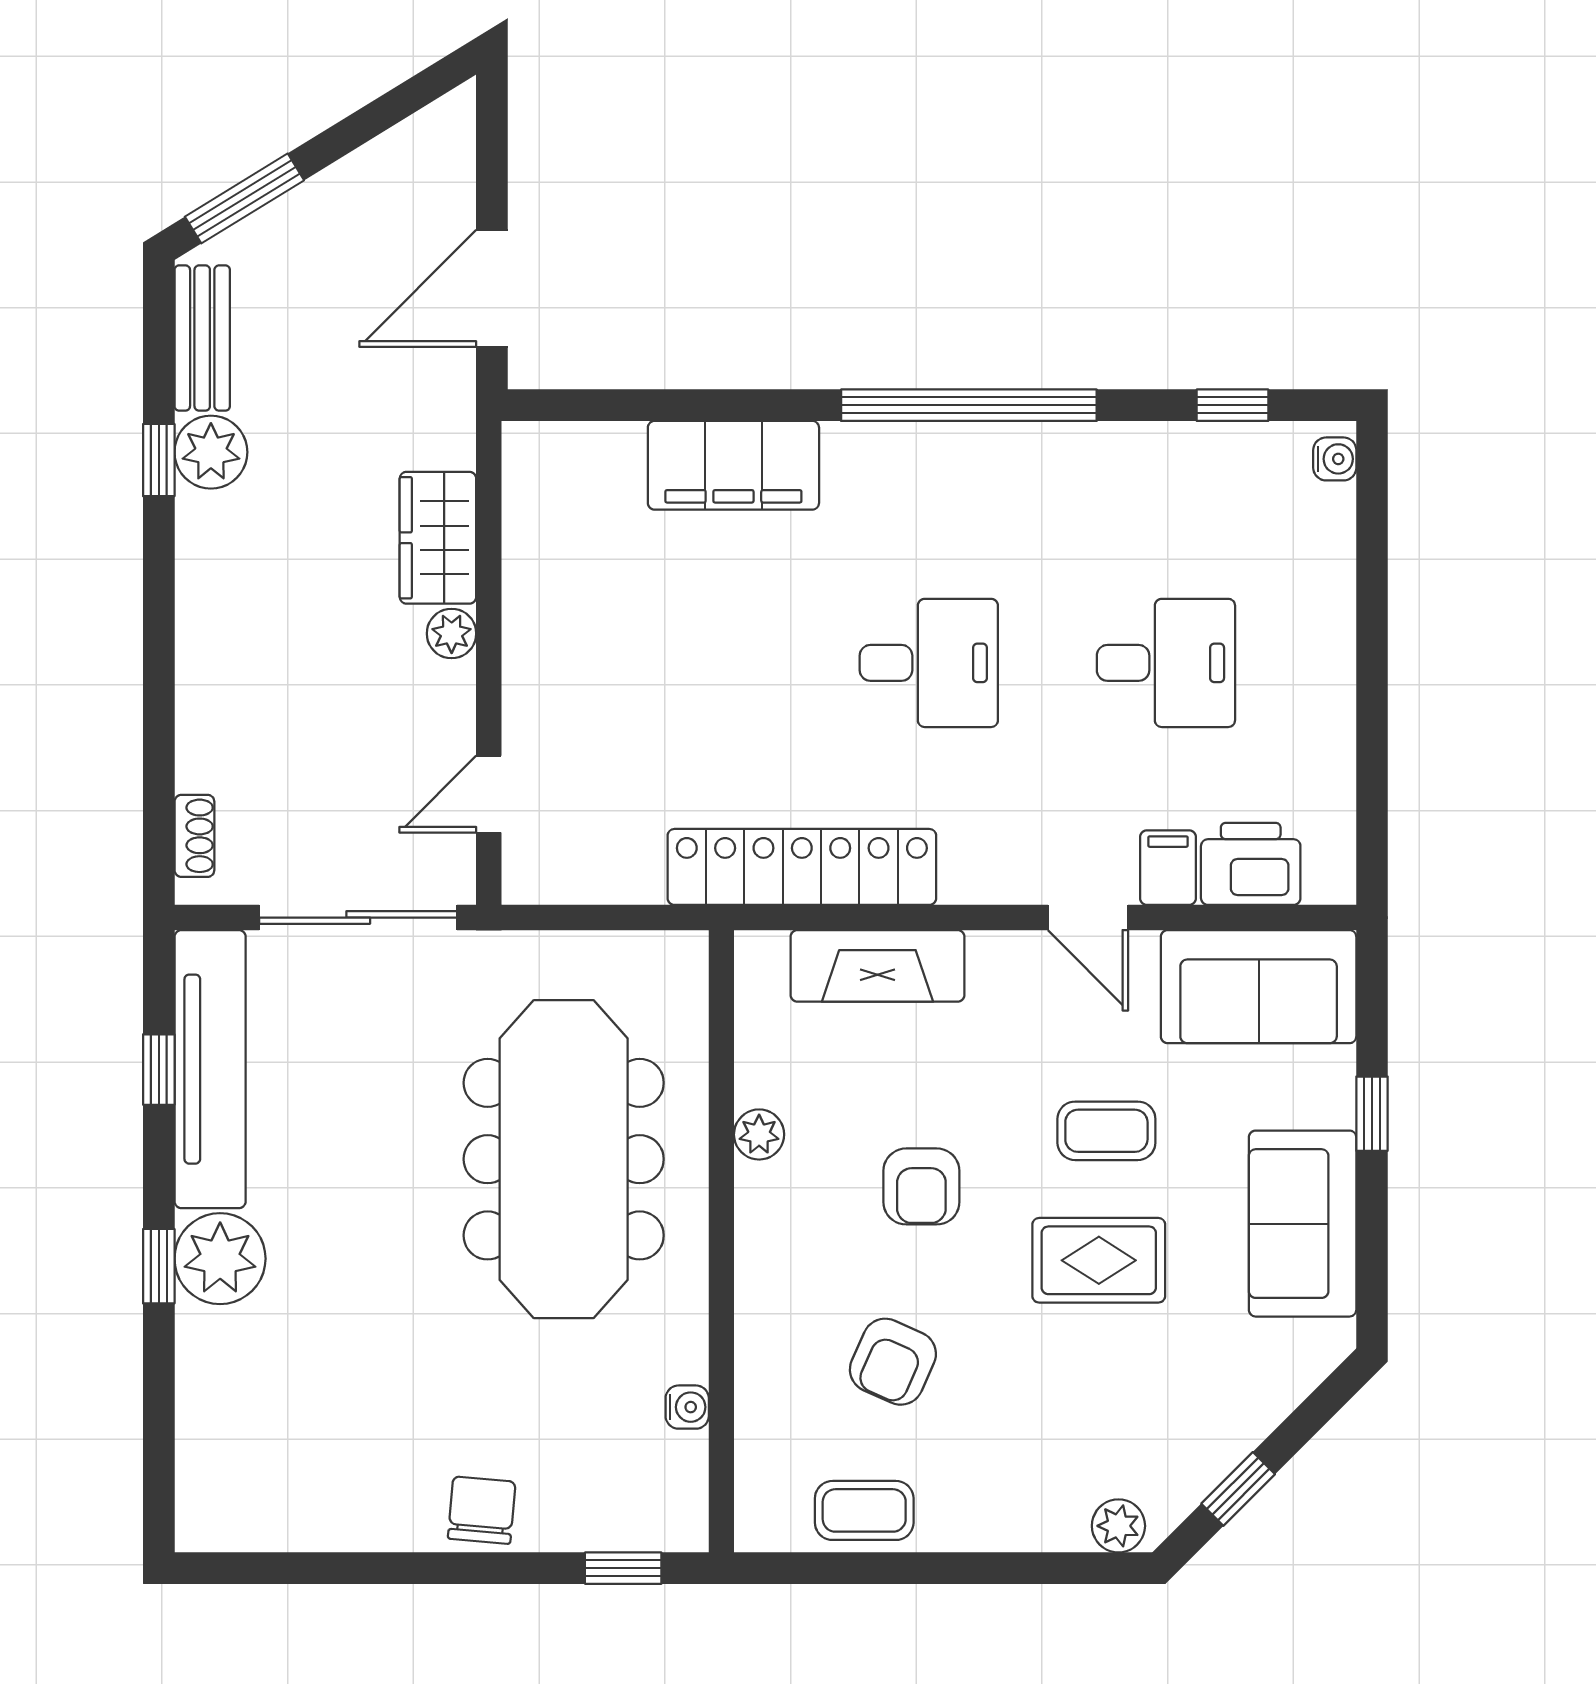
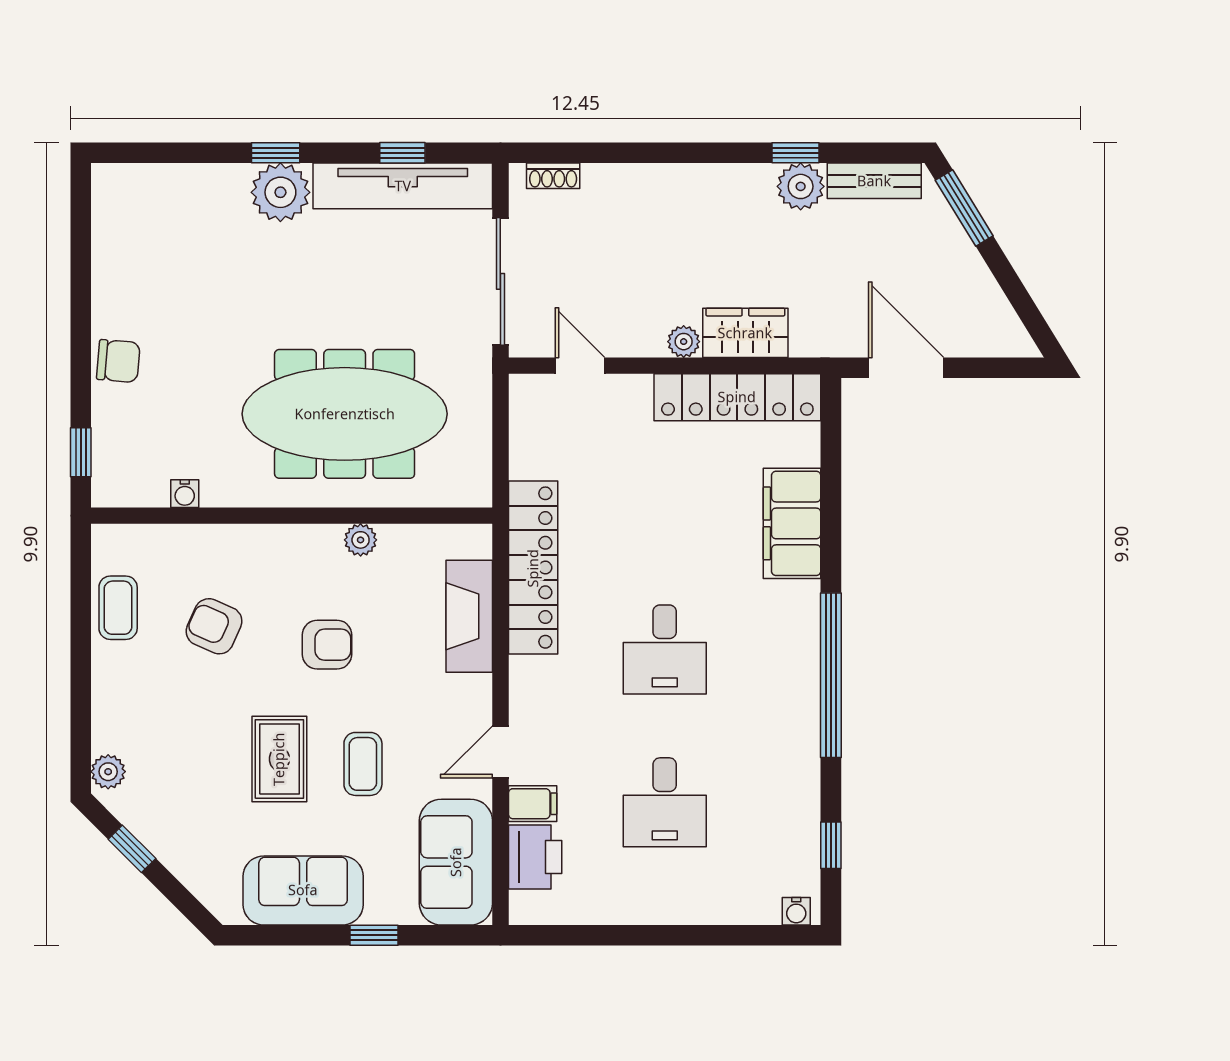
locker: (538, 550) -> (737, 397), added
armchair: (921, 1186) -> (327, 645), turned 180

